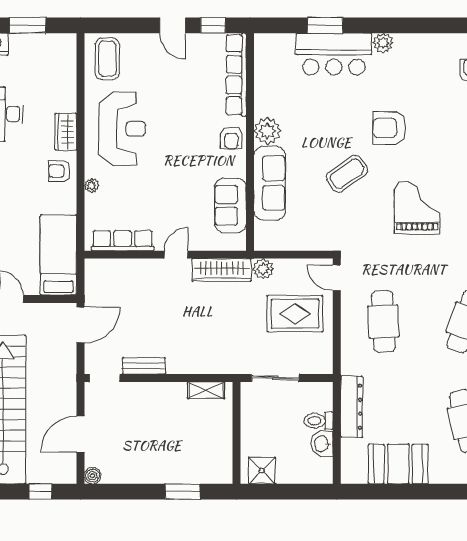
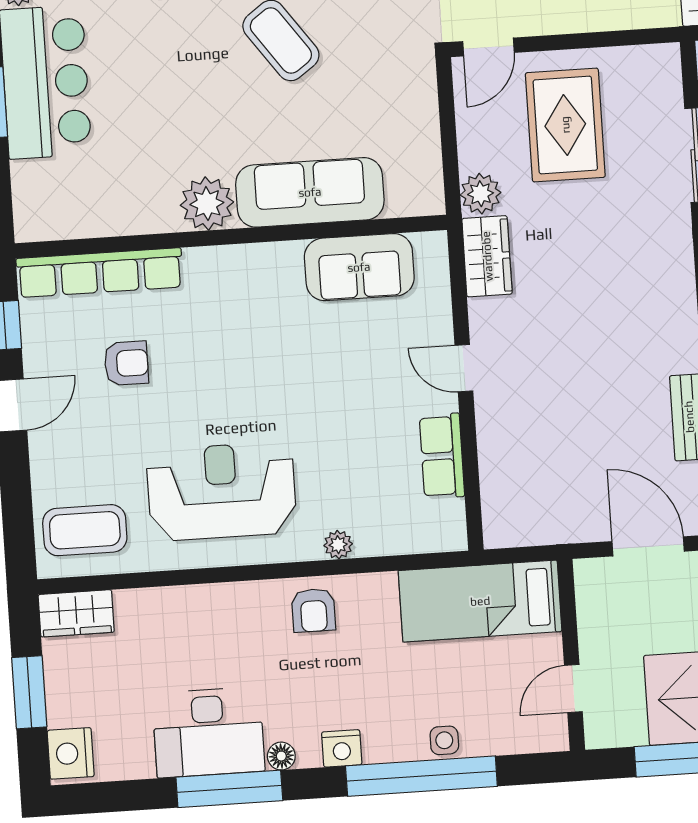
wardrobe: (66, 132) -> (76, 613), moved
armchair: (231, 138) -> (126, 363), moved
row of seats: (123, 241) -> (442, 456), width x0.68
wardrobe: (222, 270) -> (487, 256), width x0.67
door: (80, 325) -> (648, 546), moved

